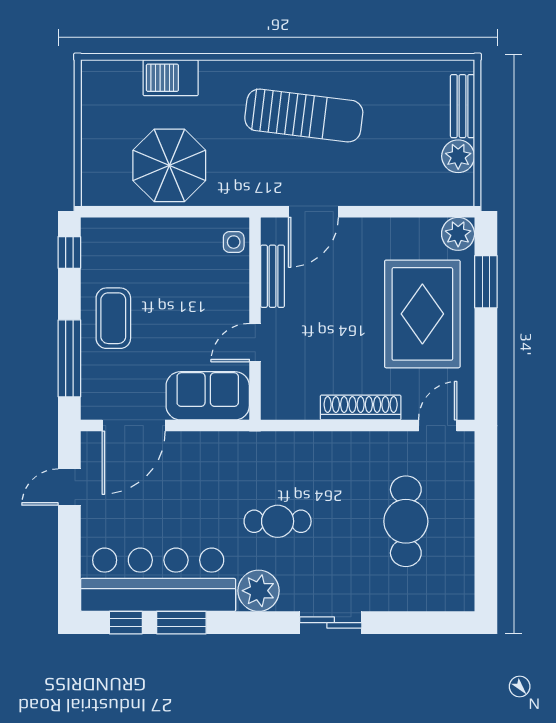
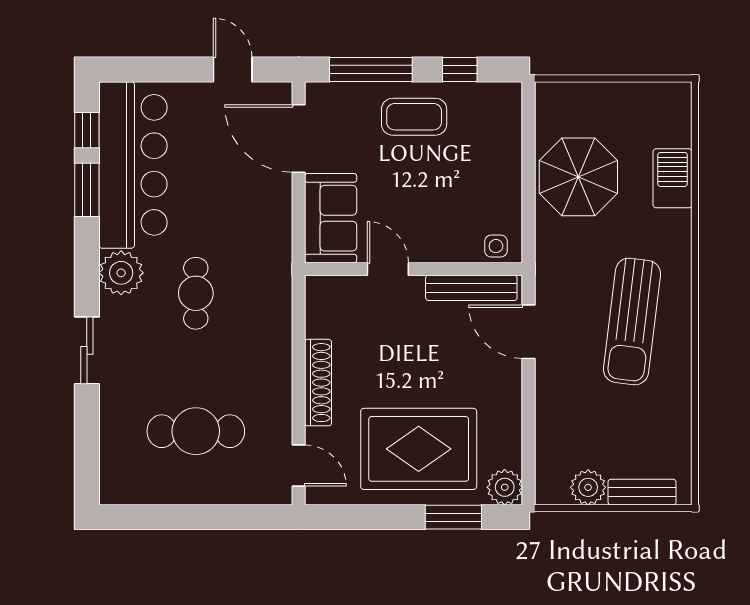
window: (69, 252) -> (460, 69), moved
bench: (273, 276) -> (471, 288), width x1.36

